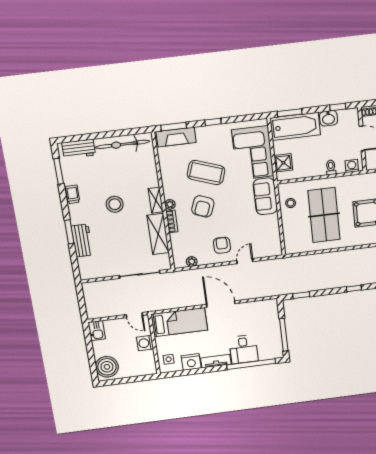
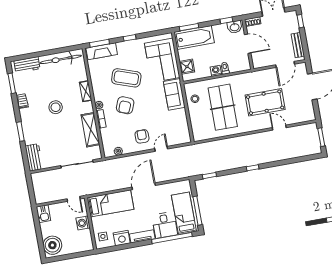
washbasin: (328, 118) -> (235, 27), moved
washing machine: (352, 166) -> (216, 71), moved
shelving: (156, 200) -> (86, 91), moved
workbench: (82, 241) -> (34, 158), moved
door: (221, 304) -> (144, 186), hinge flipped
bed: (267, 337) -> (184, 213), added

